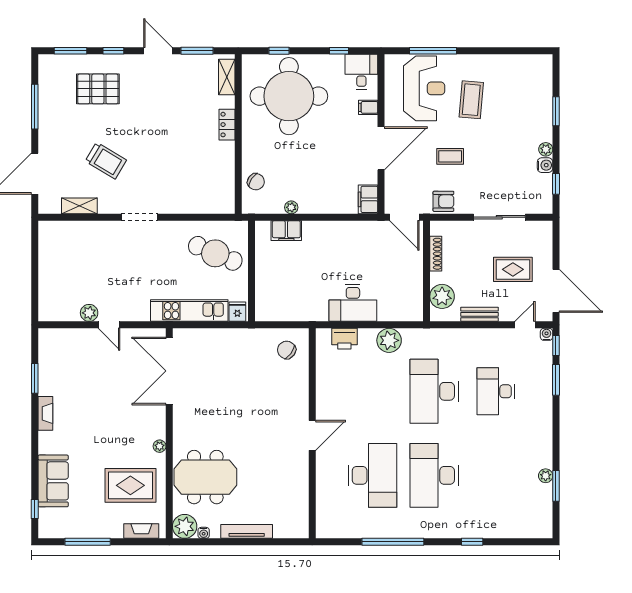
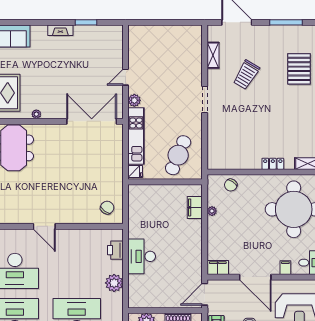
plant: (89, 313) -> (134, 100), moved

